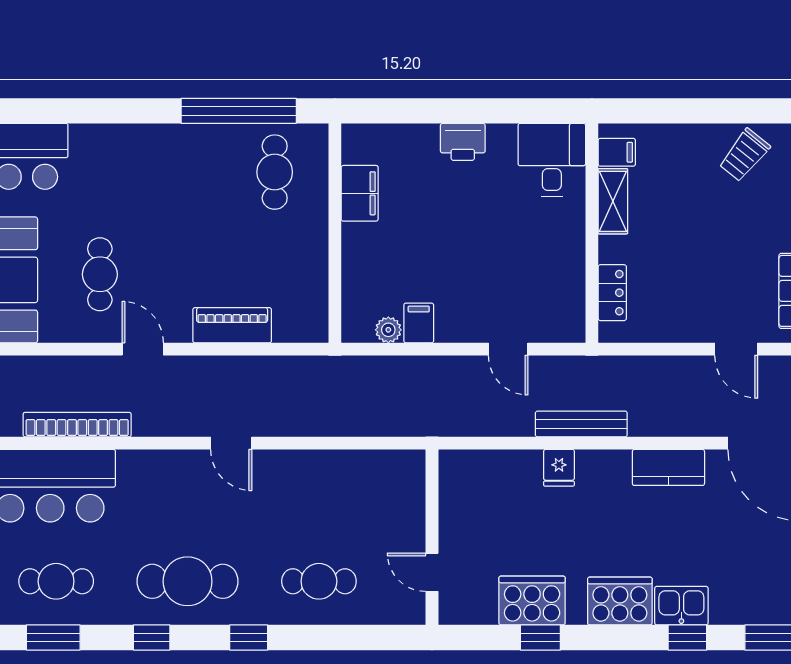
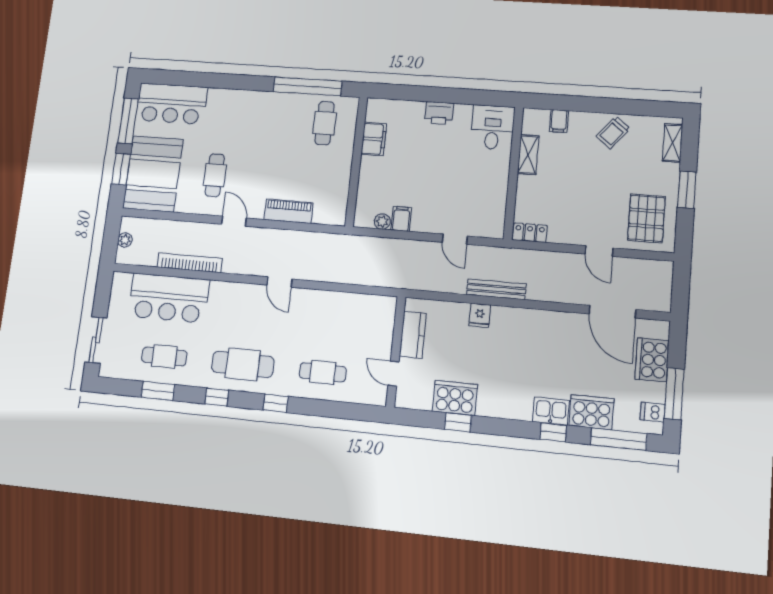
filing cabinet: (617, 152) -> (559, 121), moved, turned 90
locker: (612, 293) -> (530, 233), moved, turned -90
kitchen counter: (668, 467) -> (413, 335), moved, turned -90
cooker: (620, 601) -> (591, 412), moved

